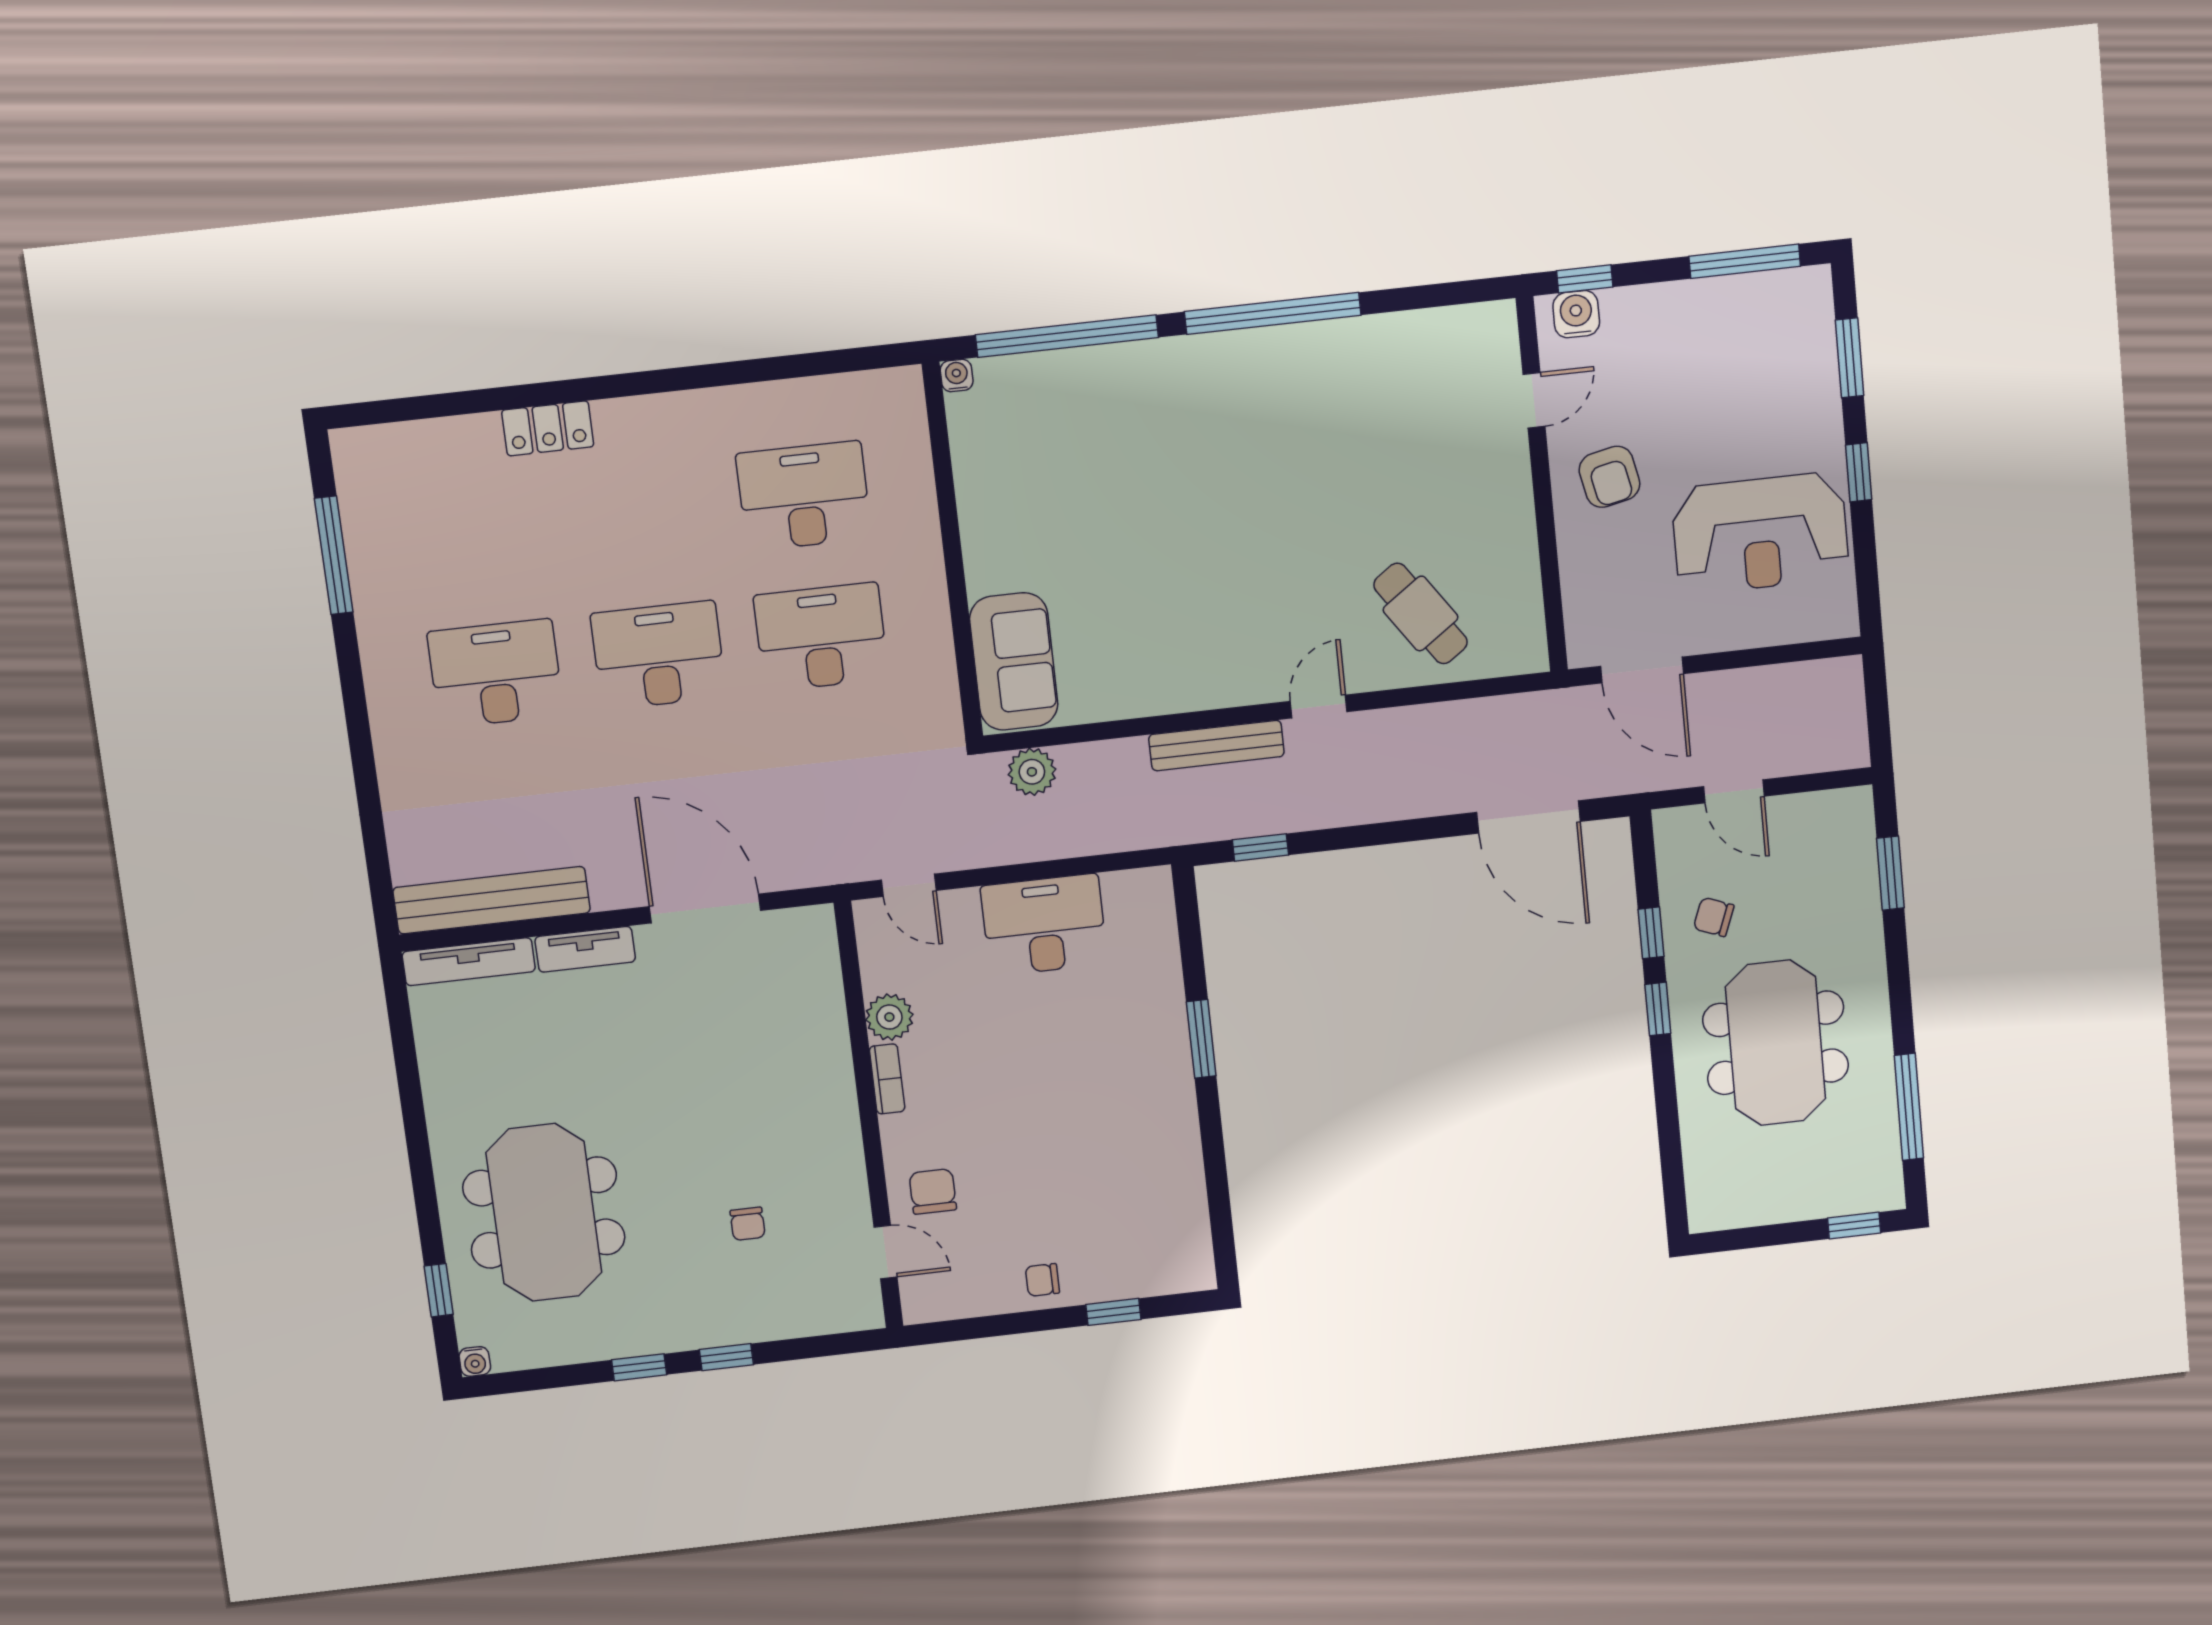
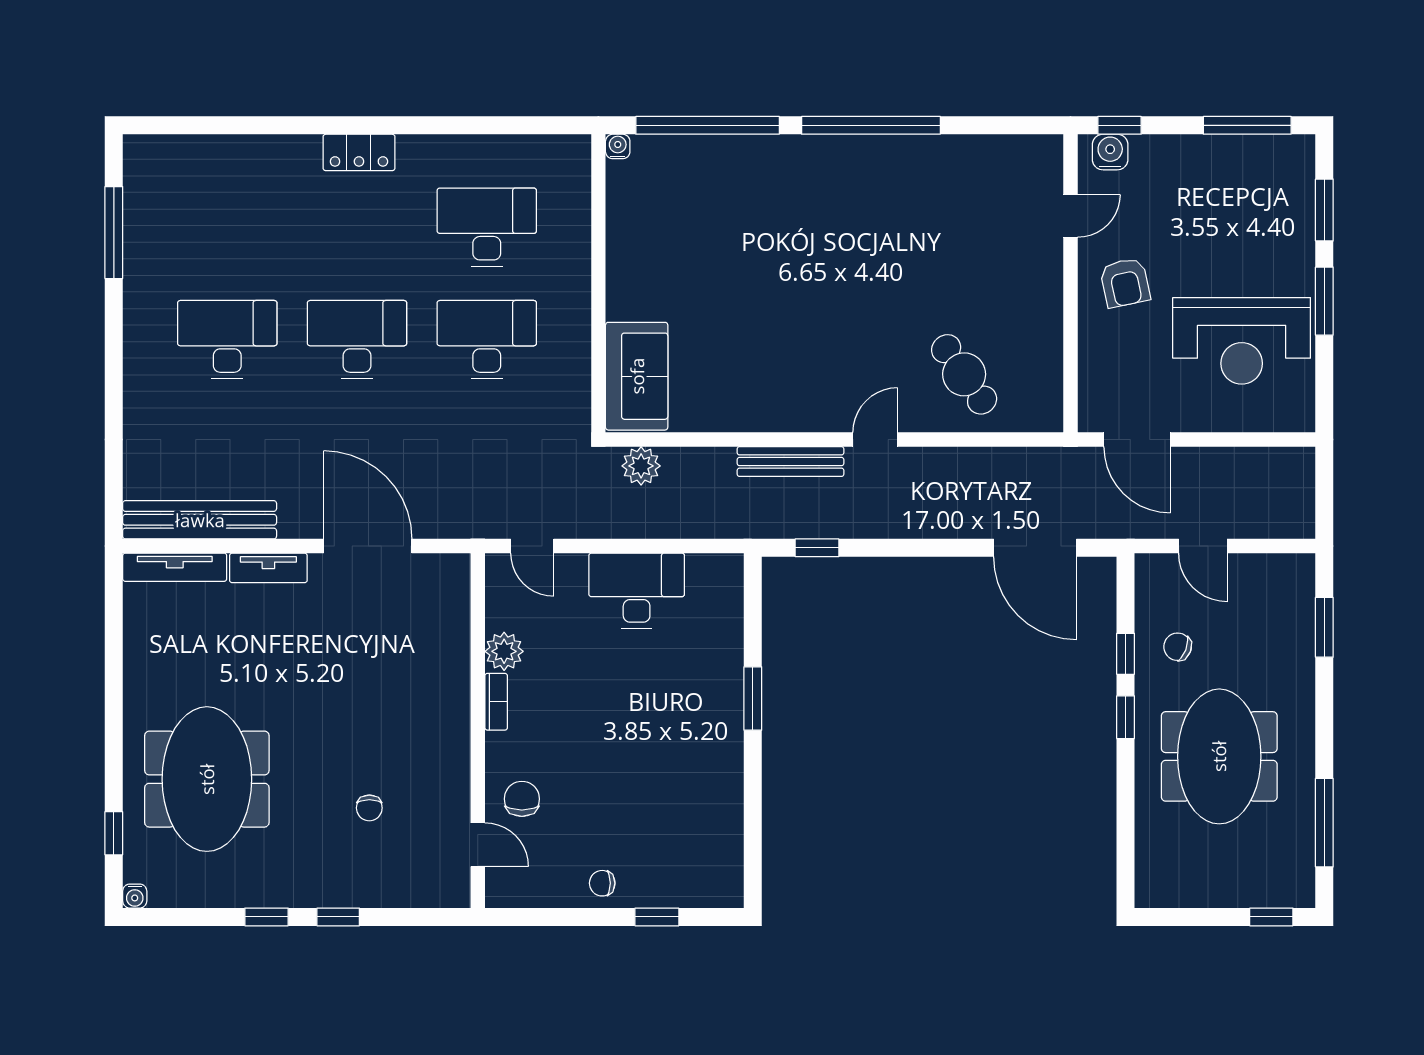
locker: (548, 428) -> (359, 152), moved
window: (1859, 472) -> (1324, 301), width x1.50

